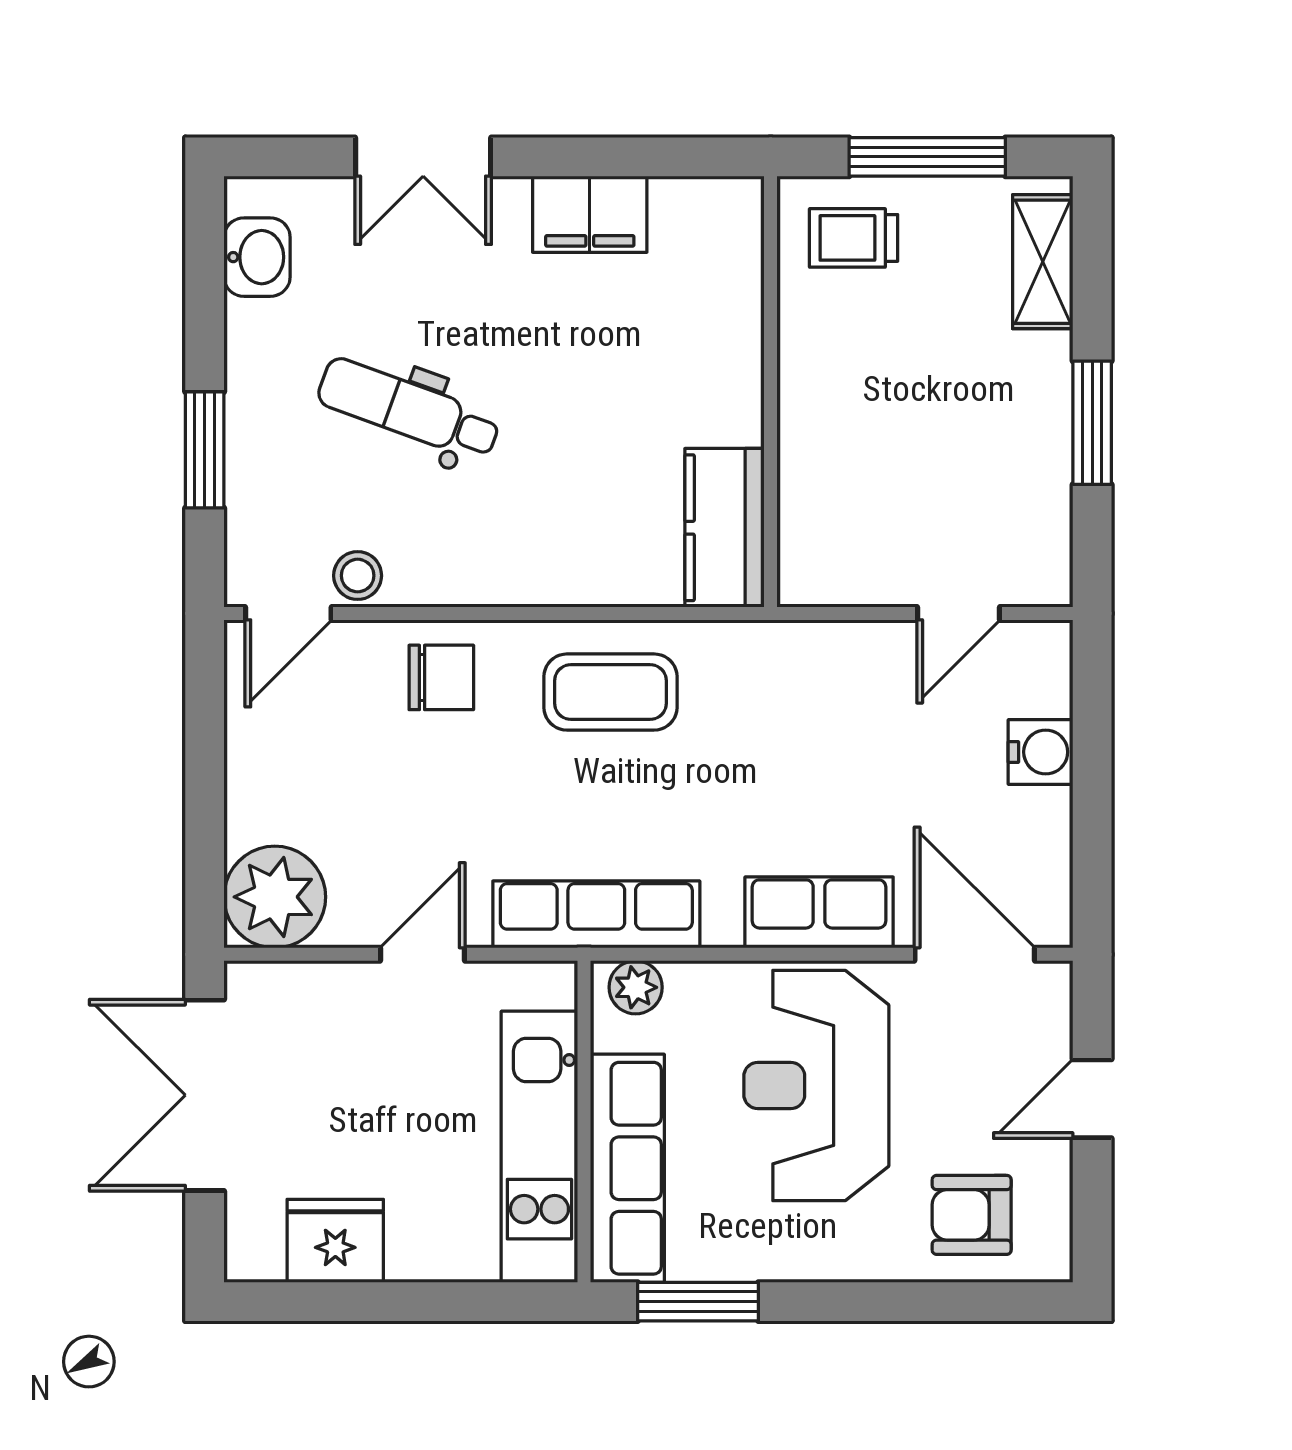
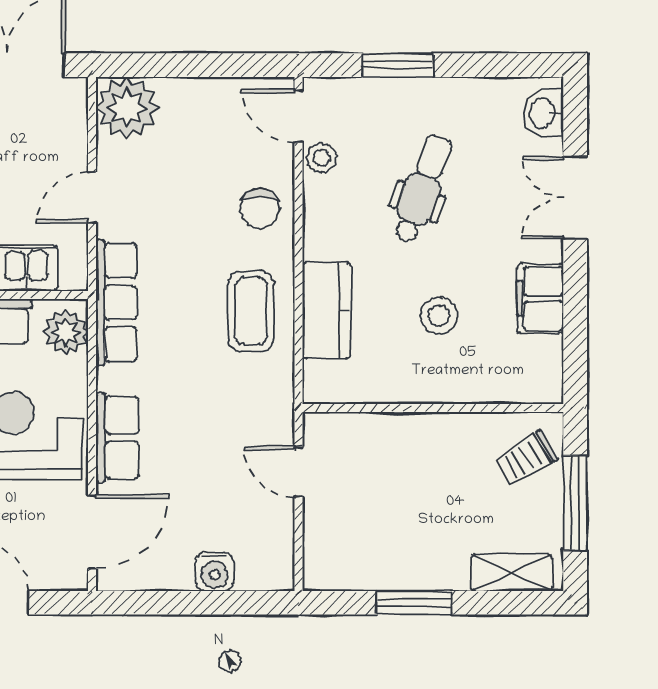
trolley: (854, 238) -> (526, 458), turned -121
washbasin: (257, 257) -> (543, 113), moved, turned 90
stool: (618, 382) -> (439, 316), added
kitchen counter: (724, 528) -> (326, 311), moved, turned 90
door: (958, 613) -> (299, 472), moved
door: (423, 954) -> (92, 197), swing flipped
plant: (636, 987) -> (66, 332), width x1.38, depth x1.38

